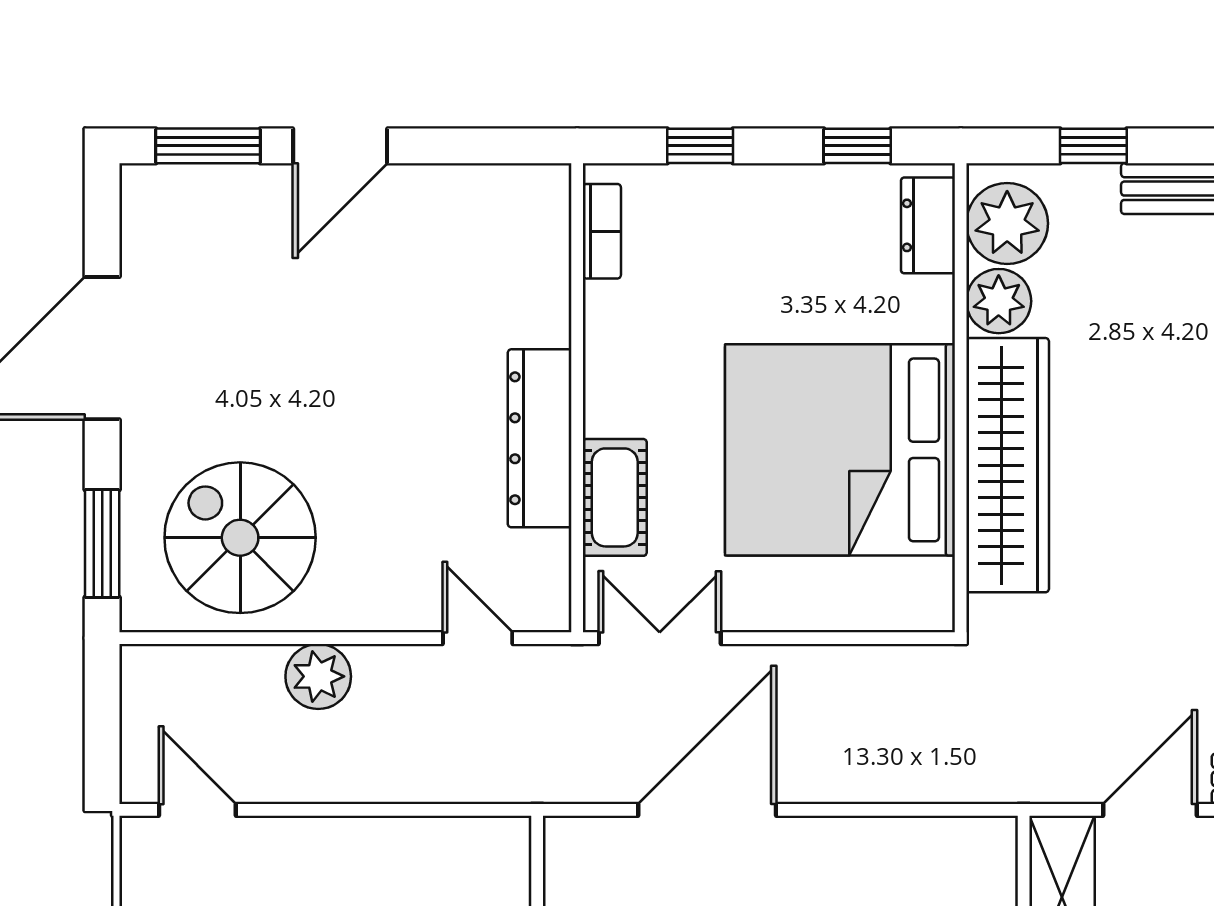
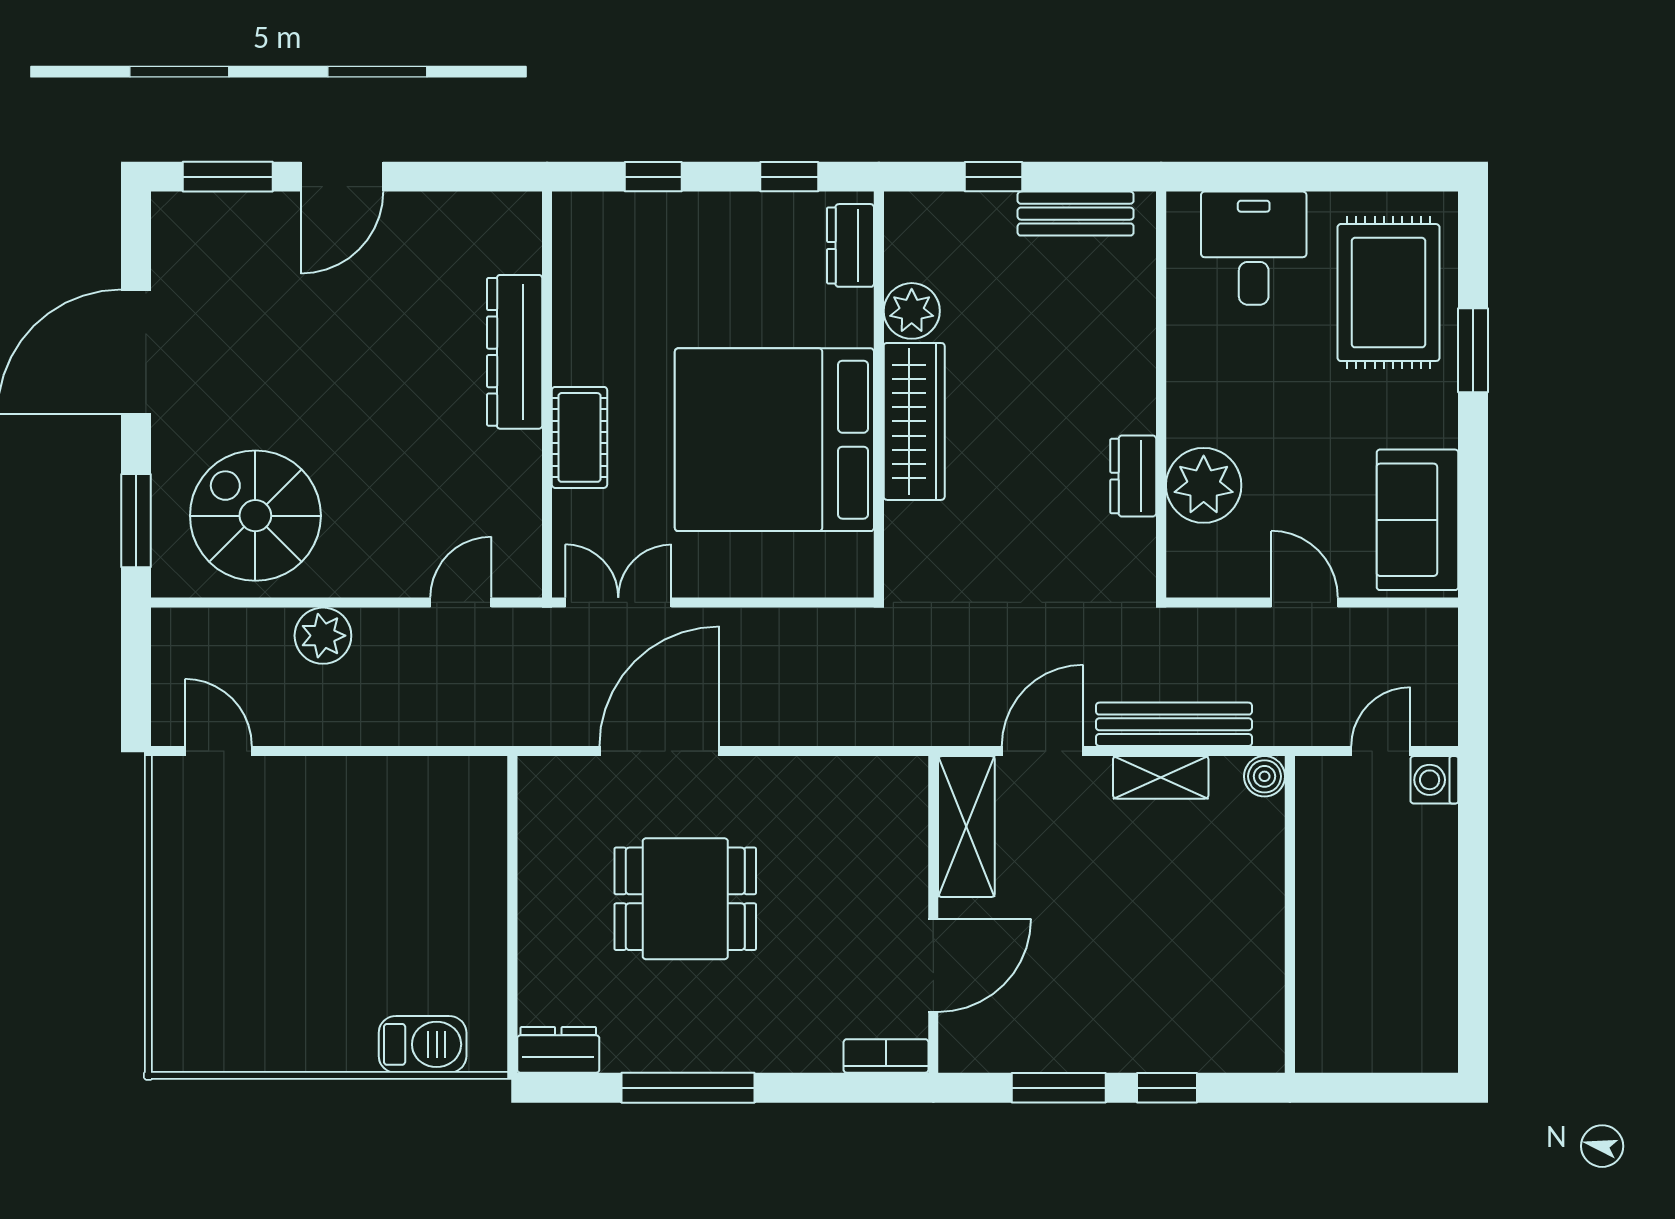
plant: (1007, 223) -> (919, 244), removed
bookcase: (602, 231) -> (568, 251), removed
dresser: (540, 438) -> (515, 352), moved
wardrobe: (1008, 465) -> (914, 421), width x0.71, depth x0.85
cot: (615, 497) -> (580, 437), moved
door: (478, 638) -> (461, 602), hinge flipped

